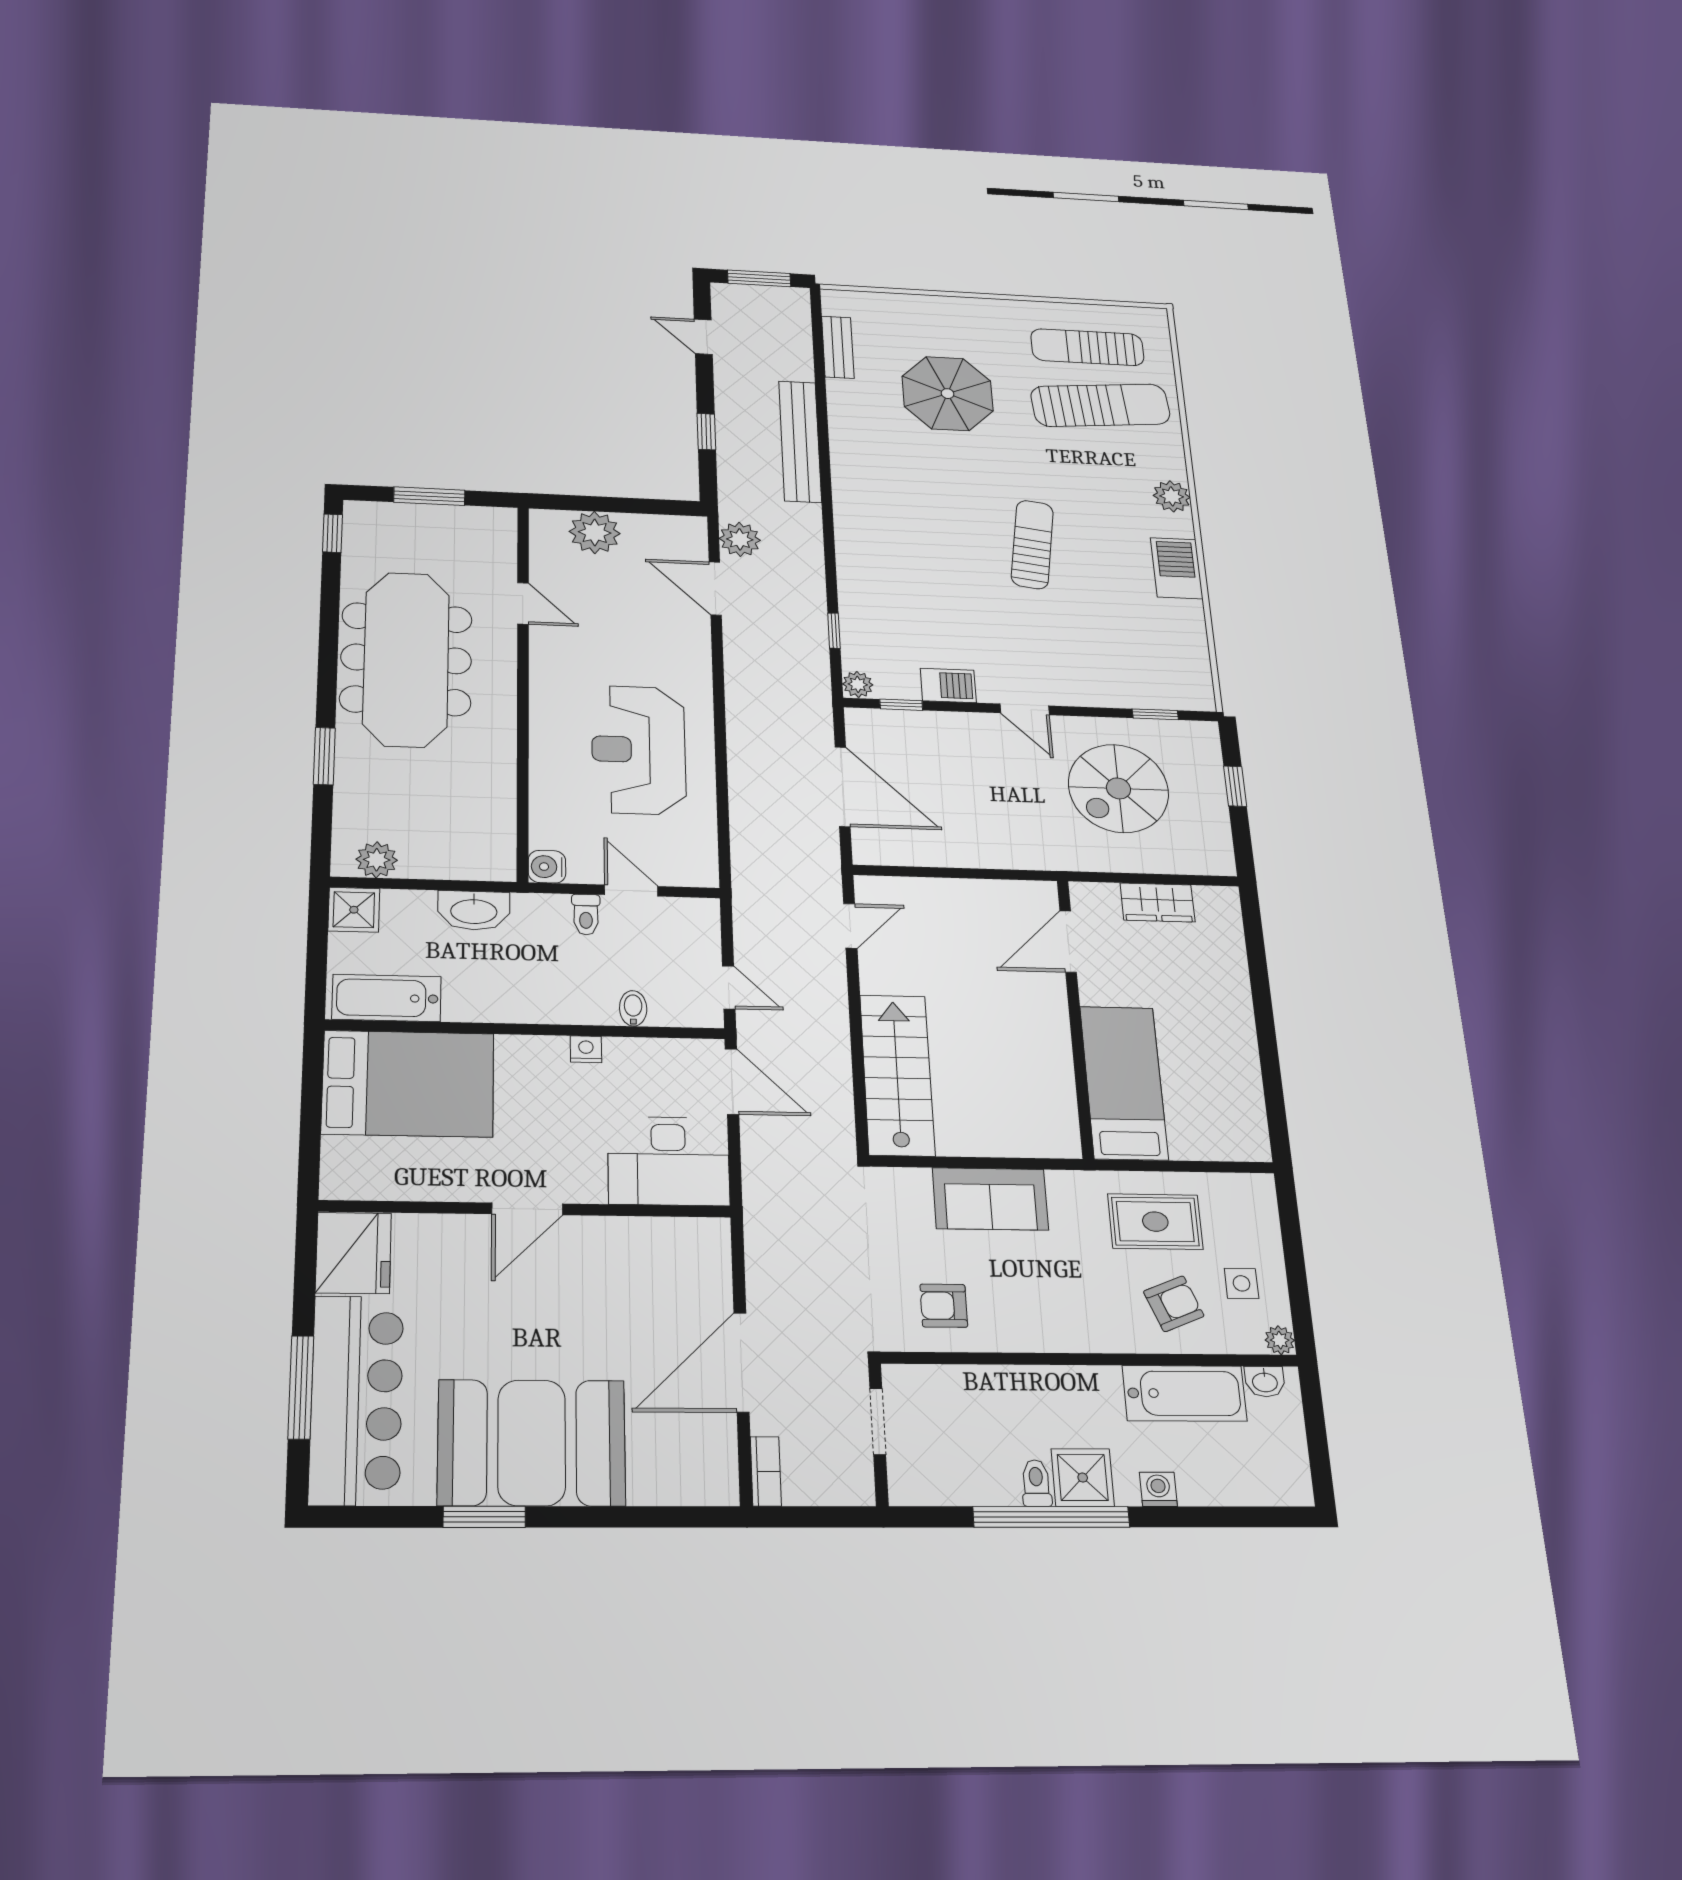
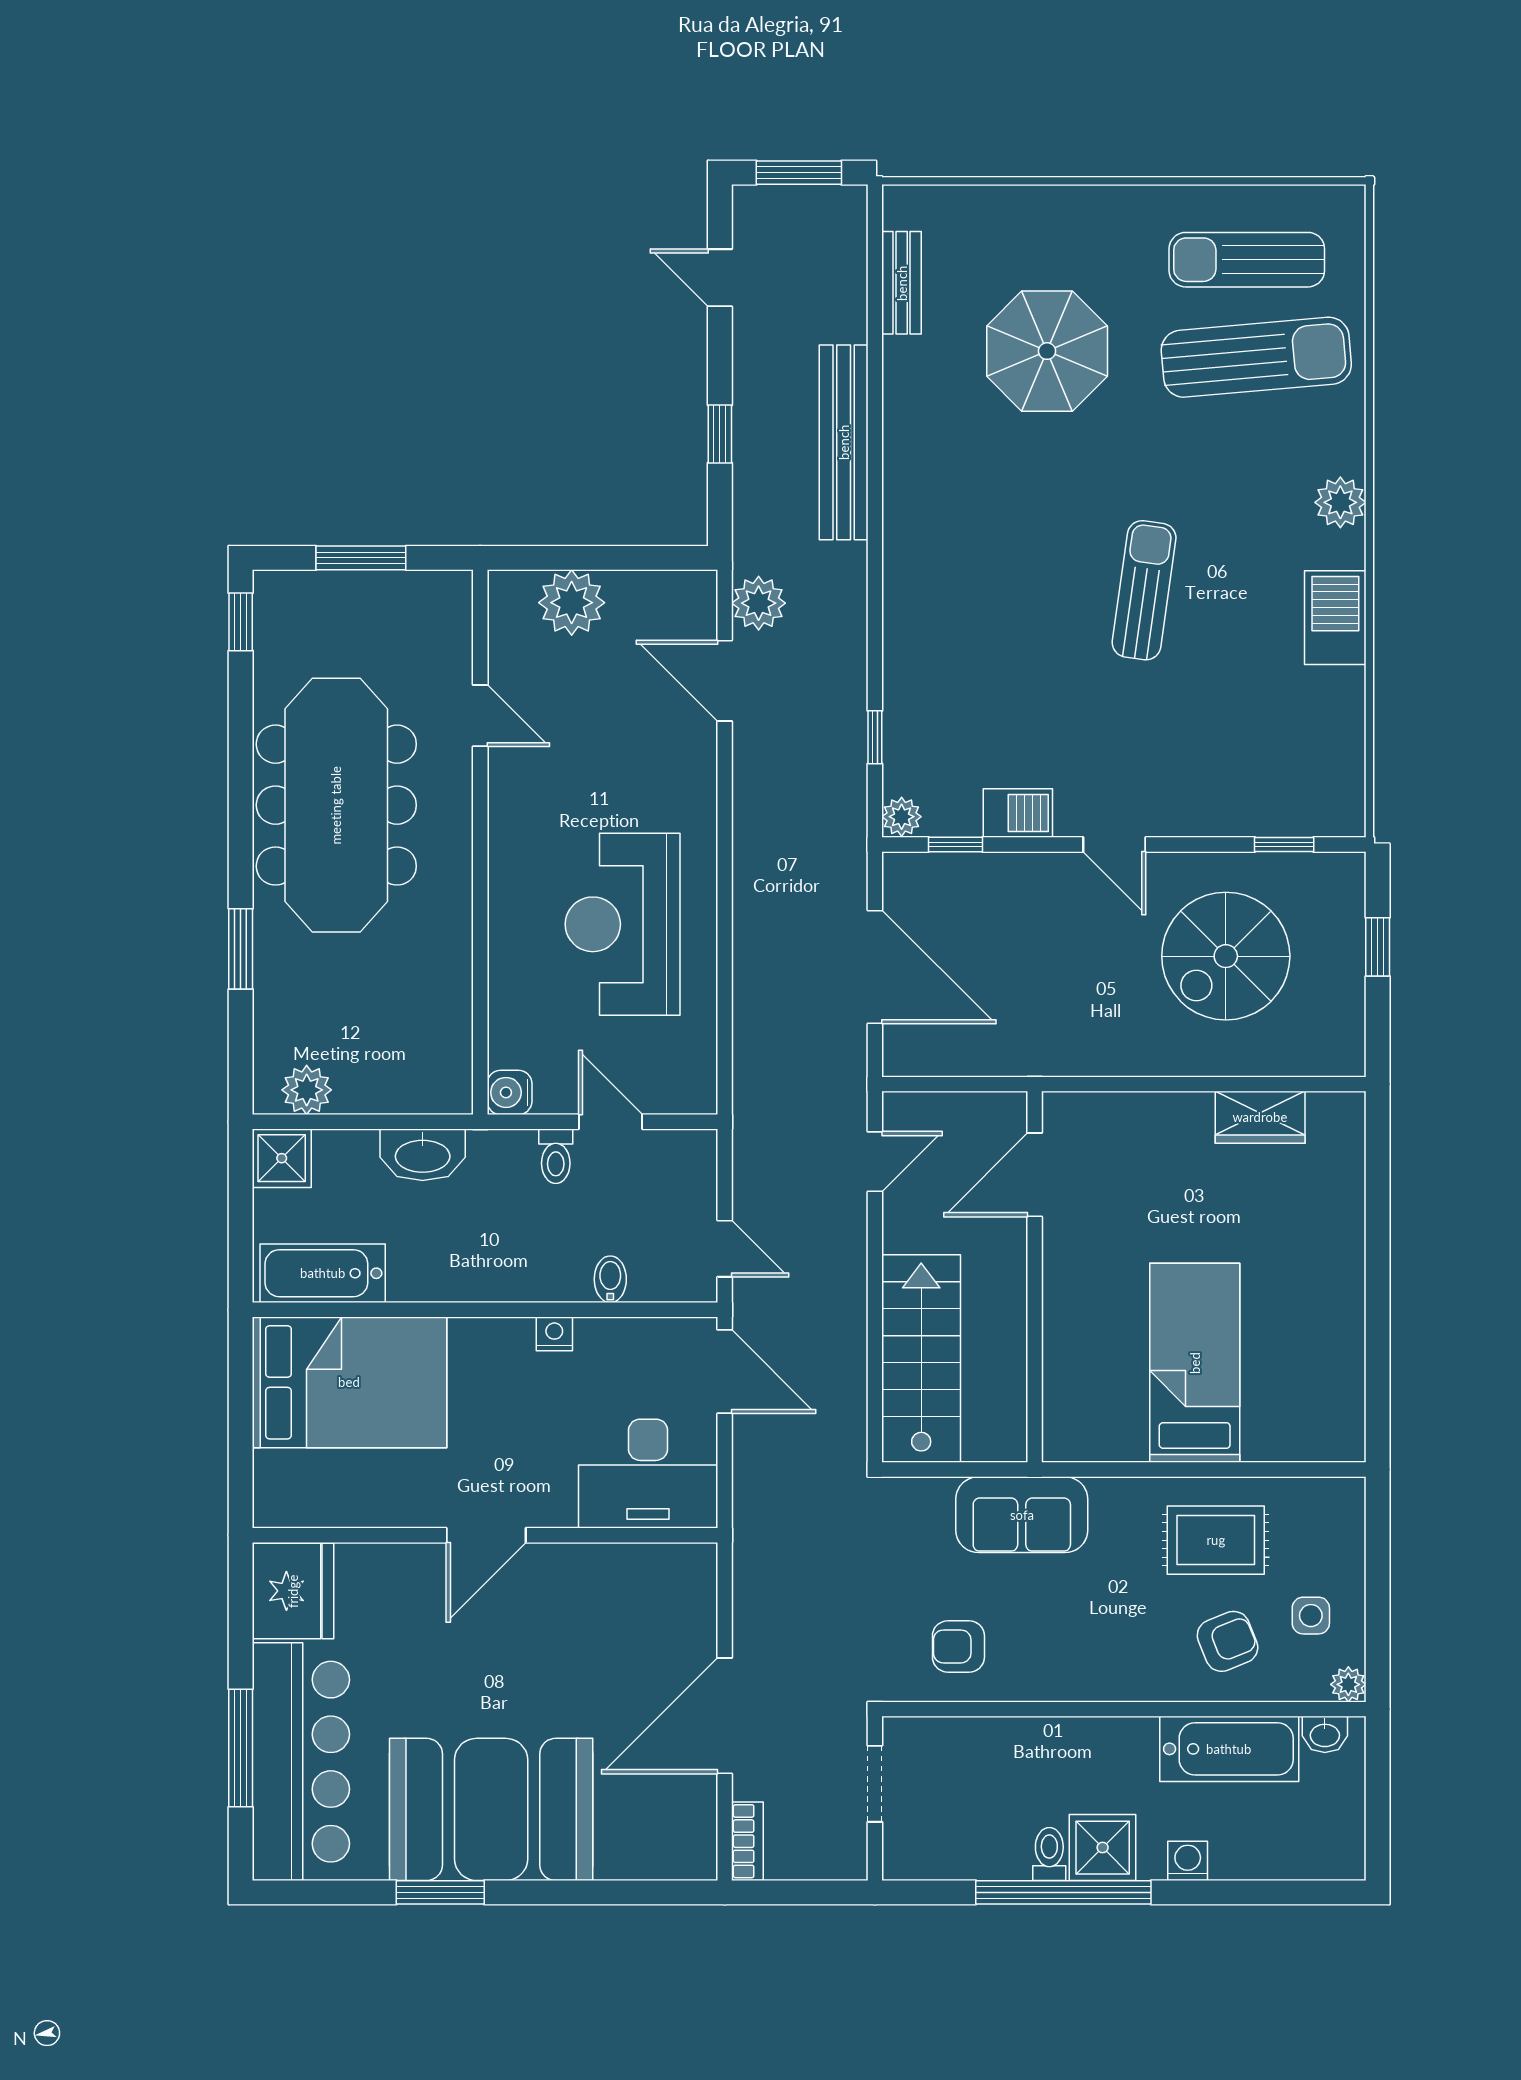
door: (1068, 941) -> (1035, 1175), moved
wall: (1075, 1017) -> (1035, 1277), moved

